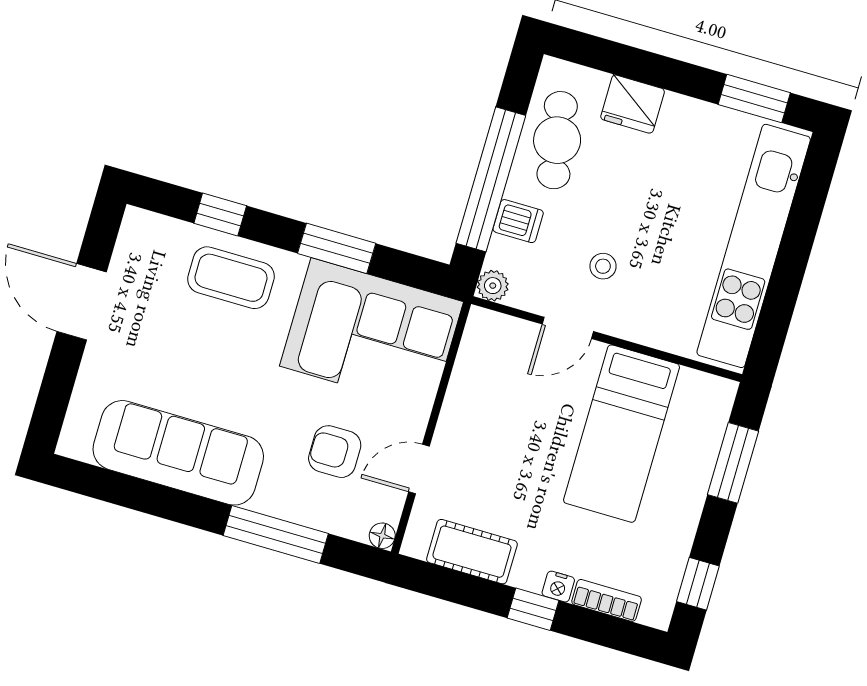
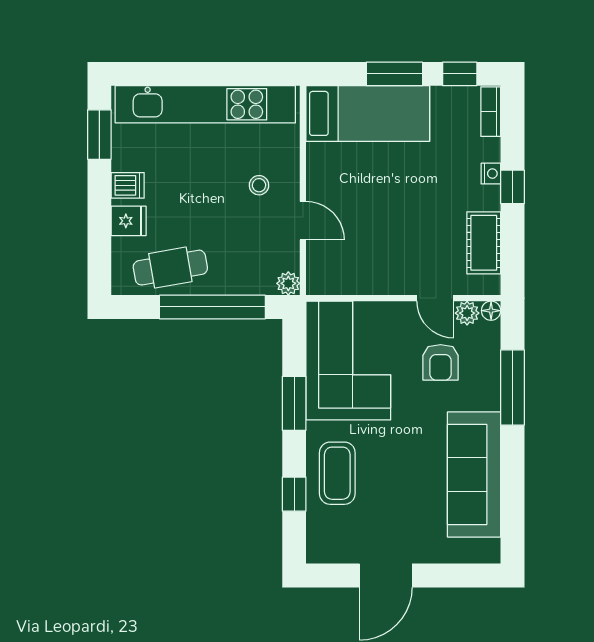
fridge: (633, 104) -> (129, 221), width x0.72
dishwasher: (518, 221) -> (128, 185), moved, turned 90
stool: (603, 266) -> (259, 185), moved
bed: (621, 434) -> (368, 113), moved
window: (733, 463) -> (394, 74), moved
plant: (388, 504) -> (467, 313), added
bookcase: (607, 600) -> (491, 112), moved

